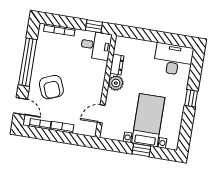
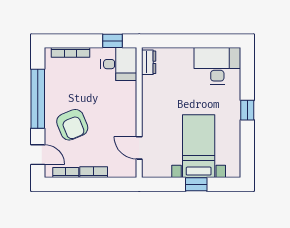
dresser: (117, 65) -> (149, 62), moved
plant: (116, 83) -> (151, 107), removed
door: (101, 114) -> (139, 148), hinge flipped

